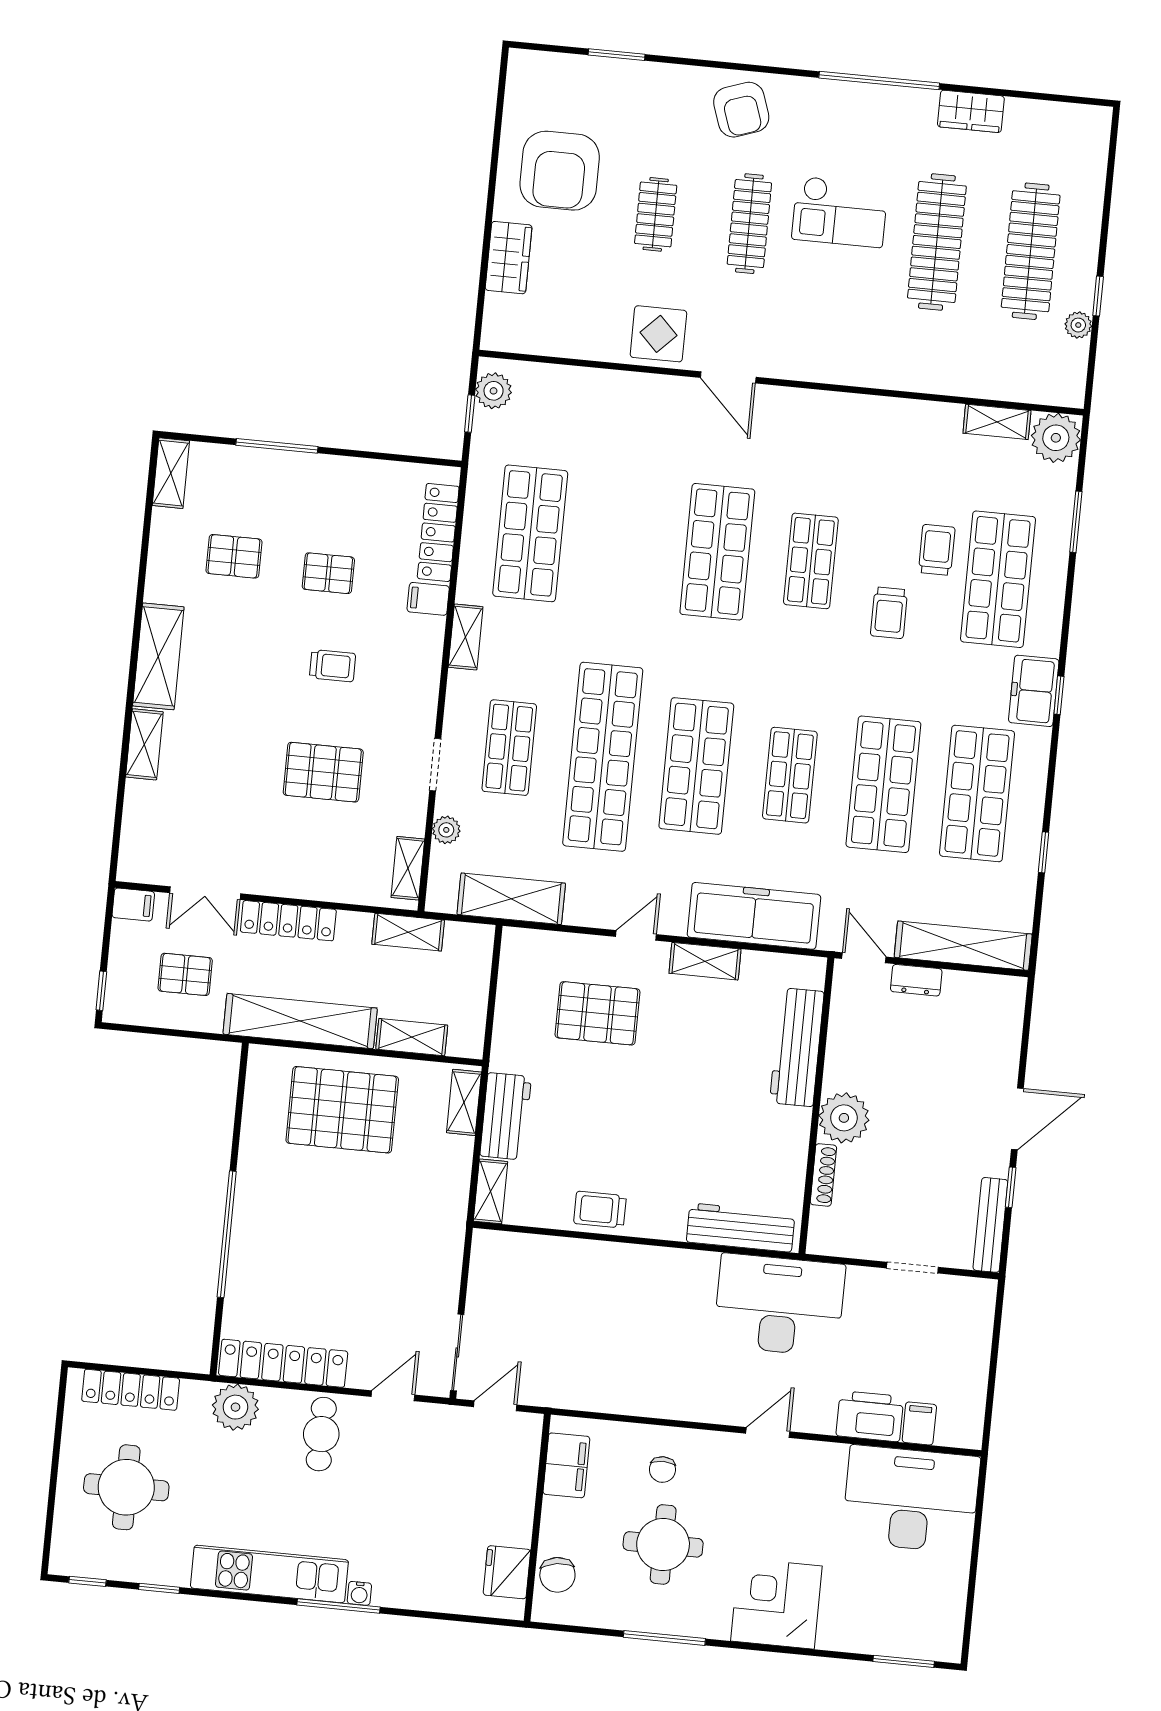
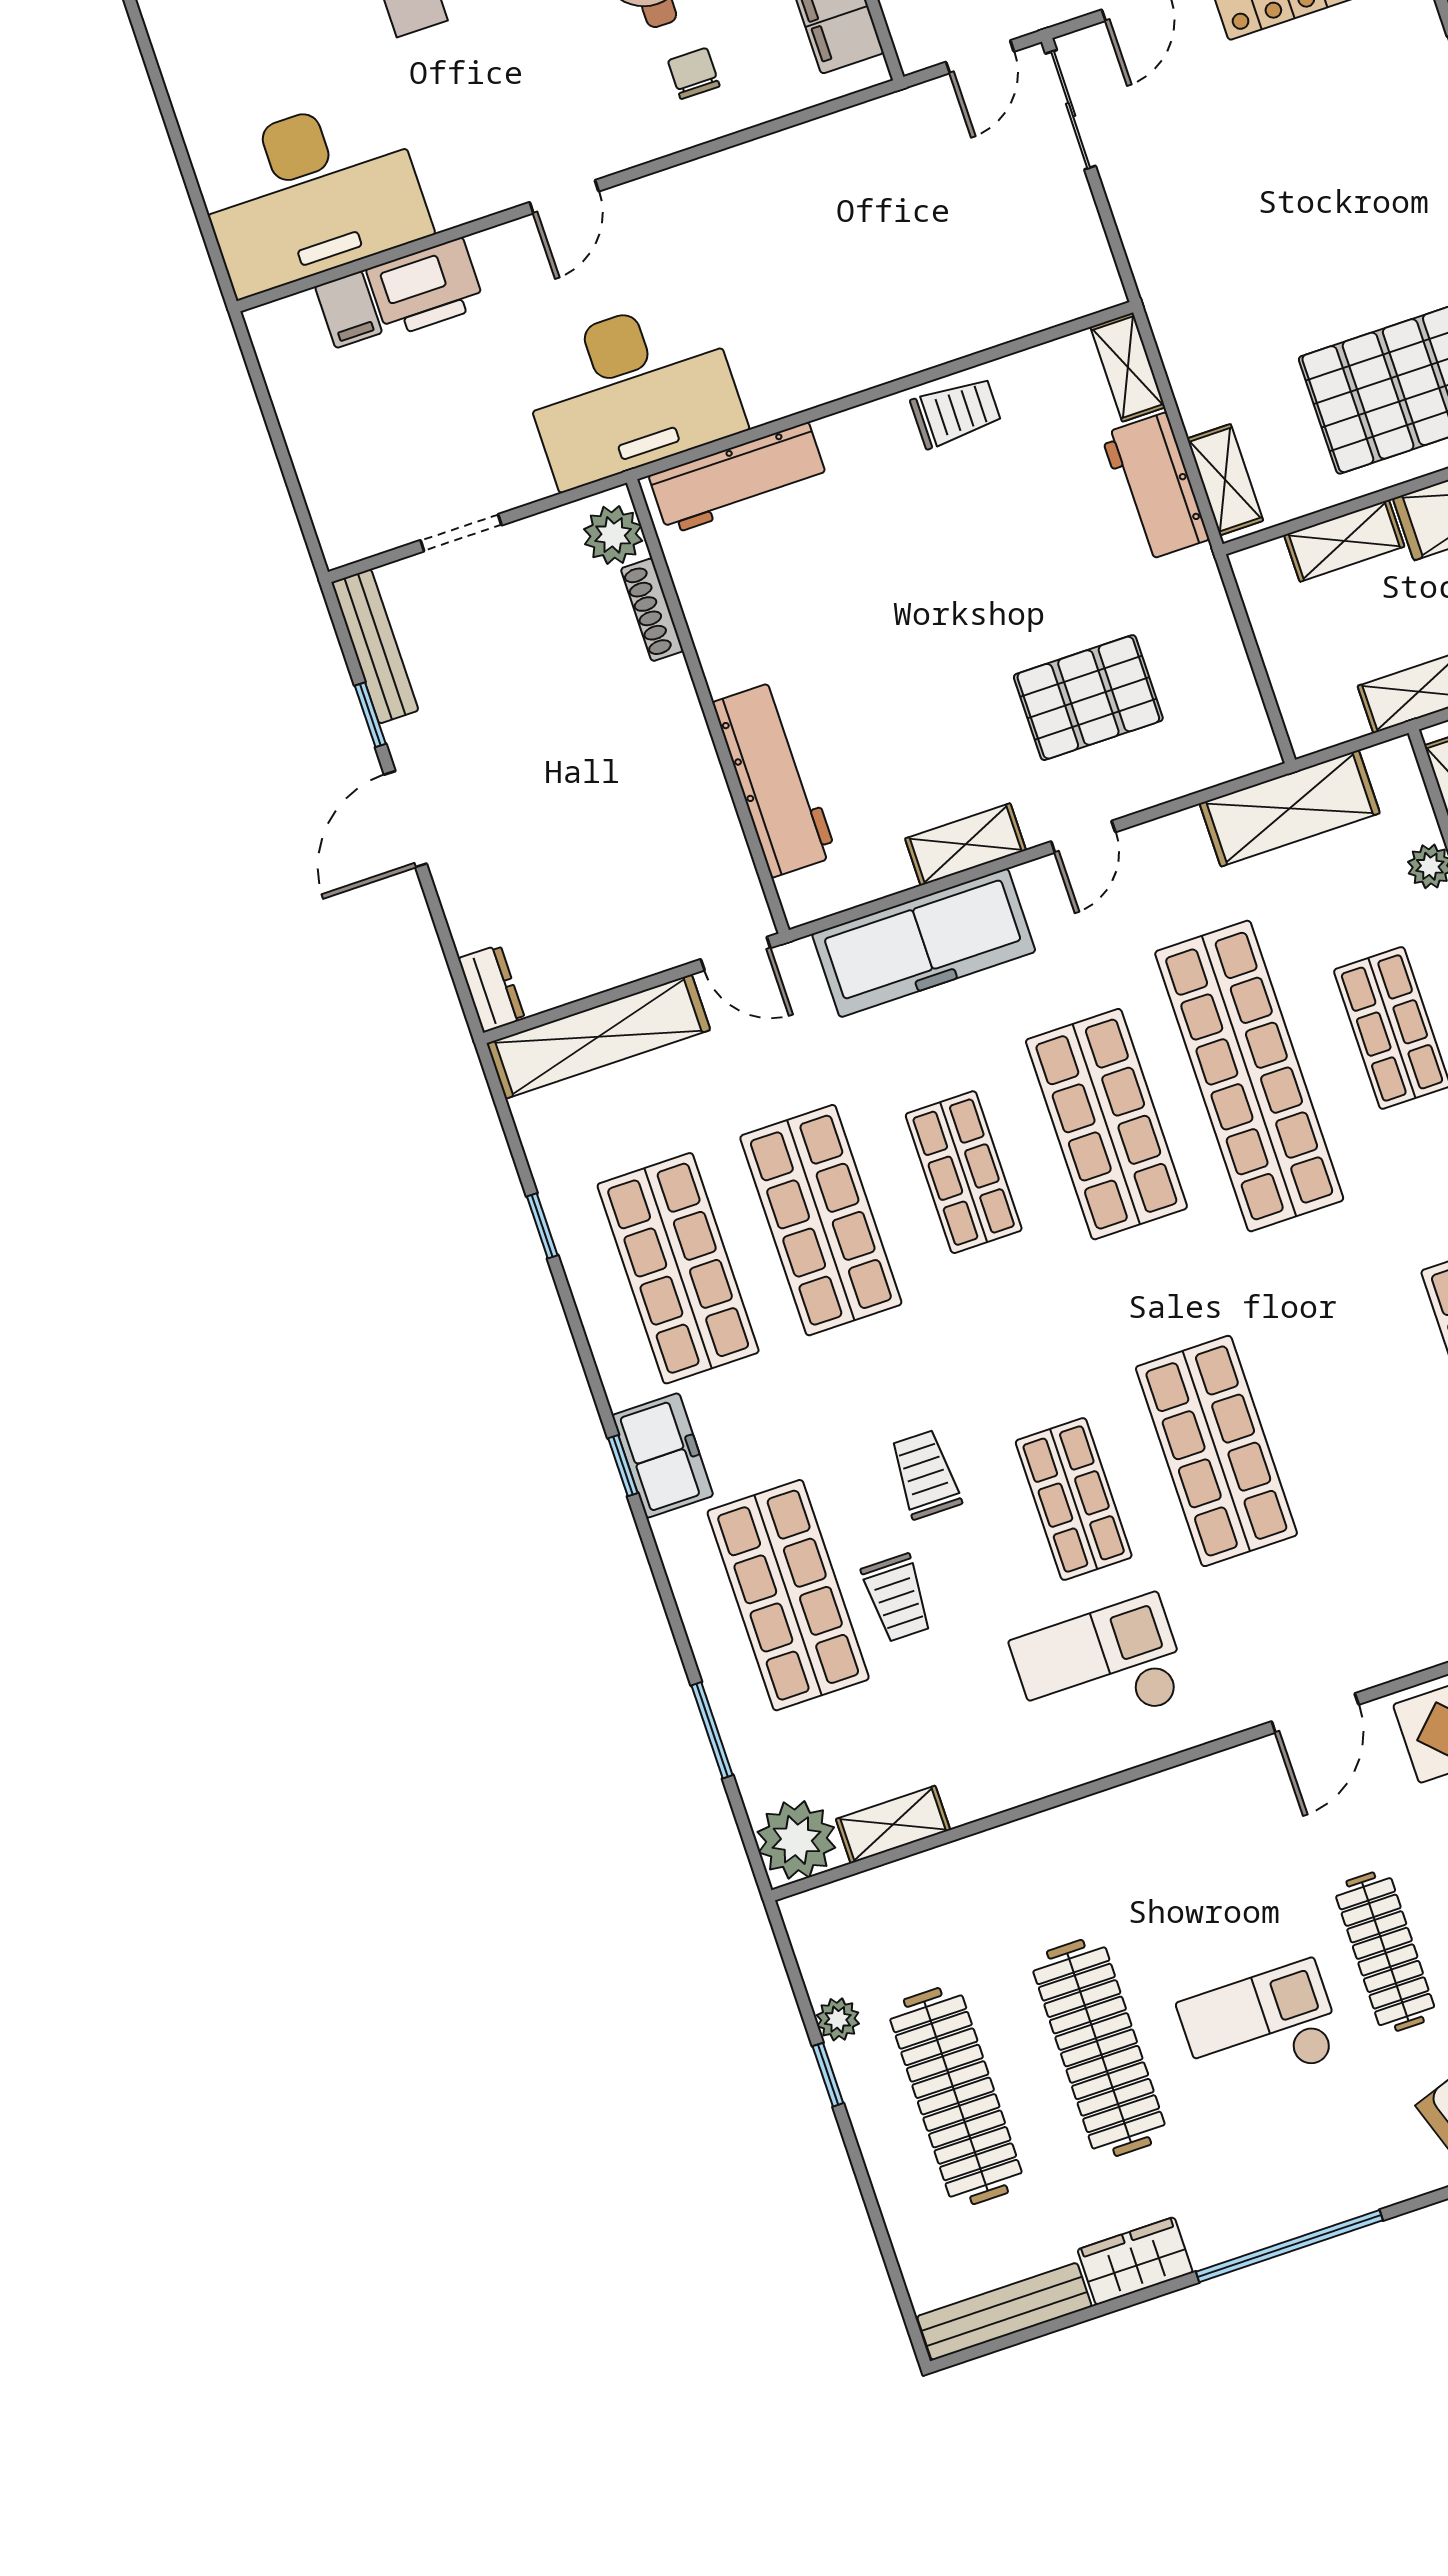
bench: (1058, 116) -> (1004, 2311), added
door: (728, 377) -> (1315, 1713), swing flipped
checkout: (839, 458) -> (1100, 1668), added
dresser: (916, 980) -> (491, 989), moved, turned 90
plant: (844, 1118) -> (613, 535), moved, width x0.73, depth x0.73

